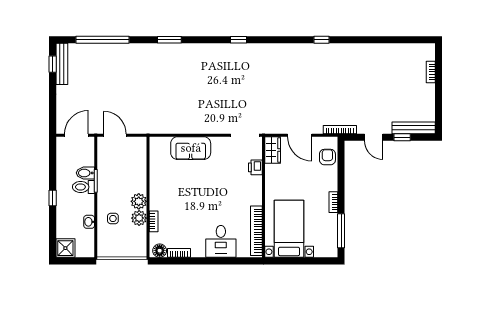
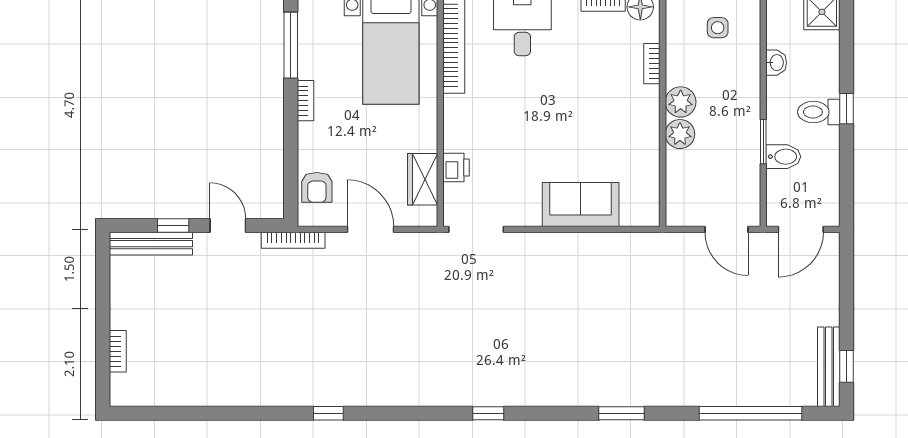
wardrobe: (273, 150) -> (423, 179), moved
toilet: (84, 187) -> (819, 112), moved, turned 180
plant: (139, 218) -> (680, 134), moved
side table: (113, 219) -> (718, 28), moved

